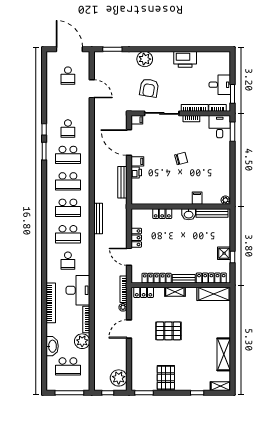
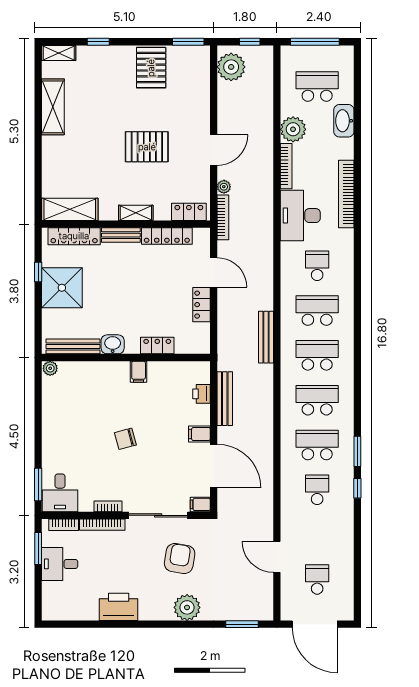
printer: (136, 173) -> (201, 394), moved
filing cabinet: (197, 198) -> (139, 372), moved
shower: (224, 253) -> (62, 288), width x1.86, depth x1.86

